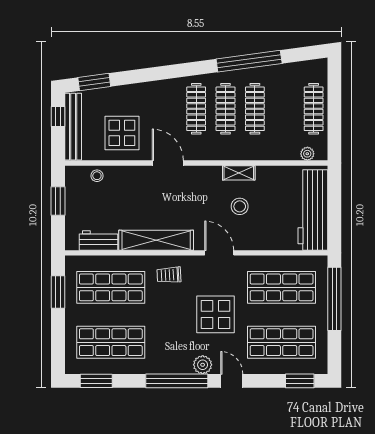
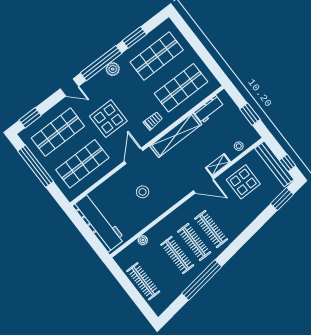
plant: (307, 154) -> (143, 240), moved
shelving: (239, 173) -> (218, 165), moved
door: (219, 253) -> (134, 156), swing flipped
window: (58, 292) -> (209, 61), removed
window: (334, 299) -> (36, 166), moved
plant: (203, 365) -> (113, 69), moved
window: (96, 381) -> (134, 37), moved

